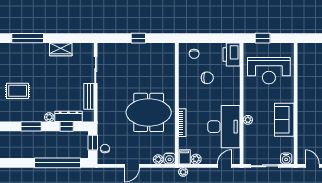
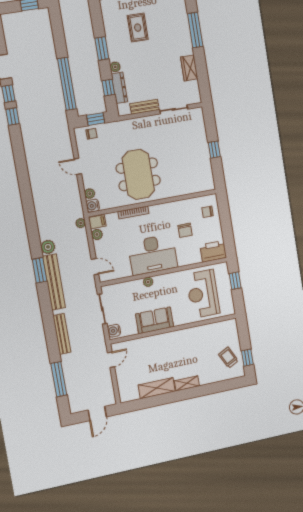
desk: (224, 127) -> (153, 255), moved

